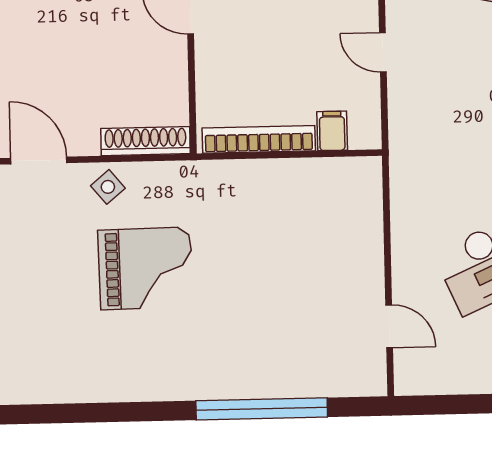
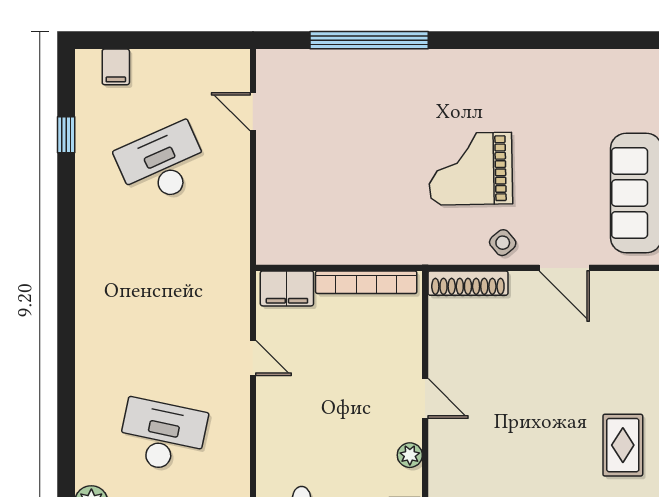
filing cabinet: (332, 131) -> (287, 288), width x2.00

